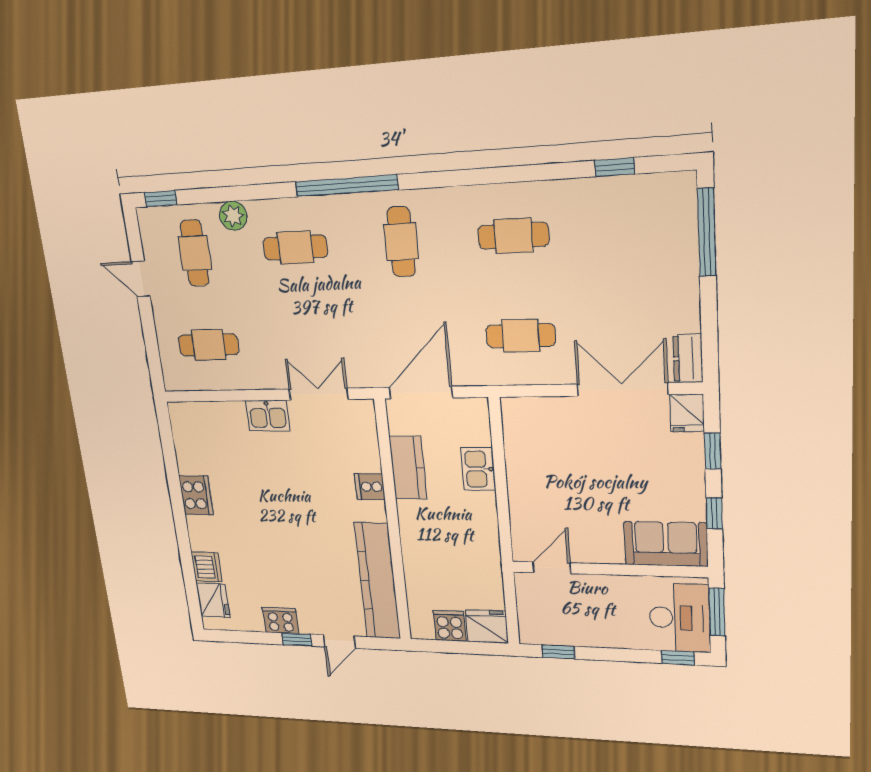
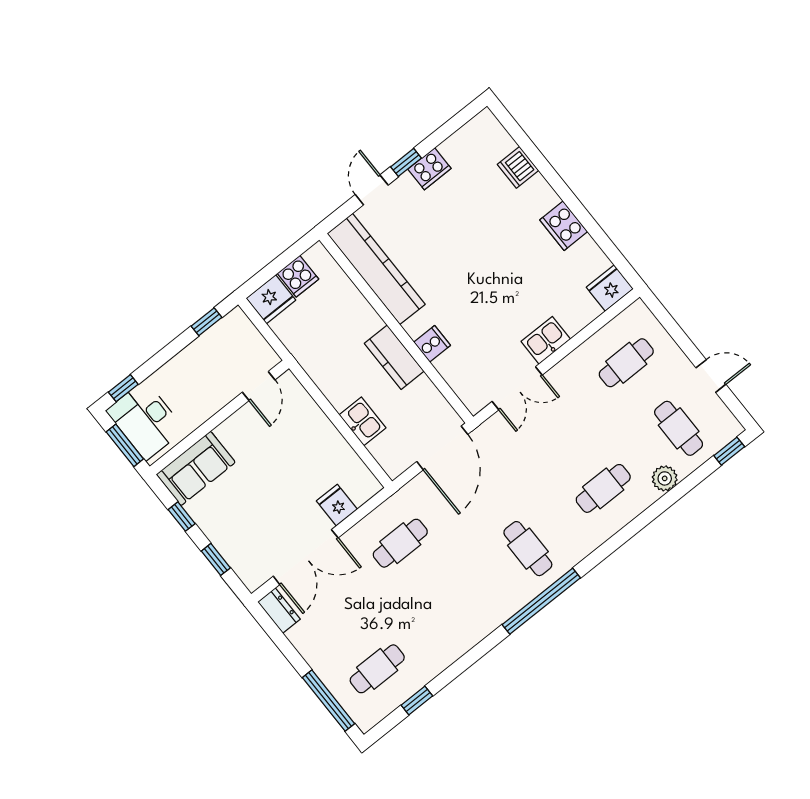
window: (346, 186) -> (541, 601), moved
cafe table: (513, 236) -> (377, 669), moved
fridge: (687, 413) -> (337, 505), moved
kitchen counter: (408, 468) -> (394, 357), moved
fridge: (213, 600) -> (610, 288), moved, turned 90

